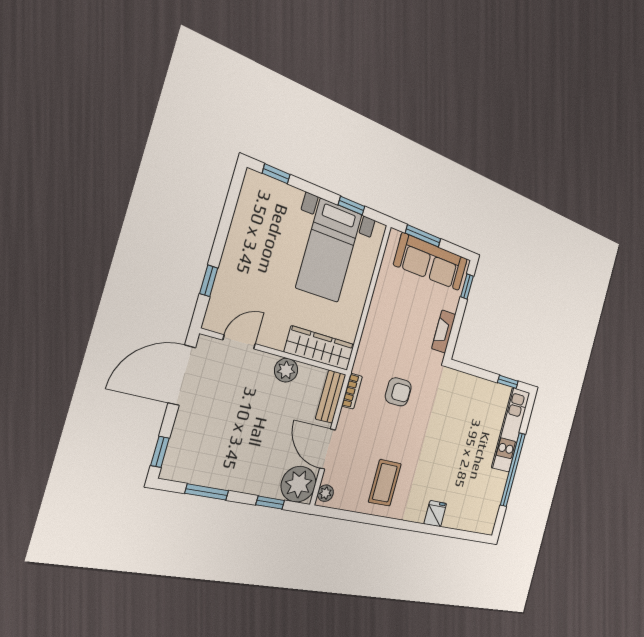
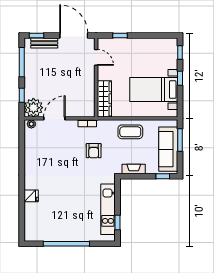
window: (351, 206) -> (180, 78), moved
plant: (286, 370) -> (89, 84), removed
bench: (331, 397) -> (44, 43), moved
kitchen unit: (511, 430) -> (108, 209), moved, turned -90
coffee table: (385, 483) -> (130, 132), moved
window: (207, 492) -> (22, 62), width x1.44

